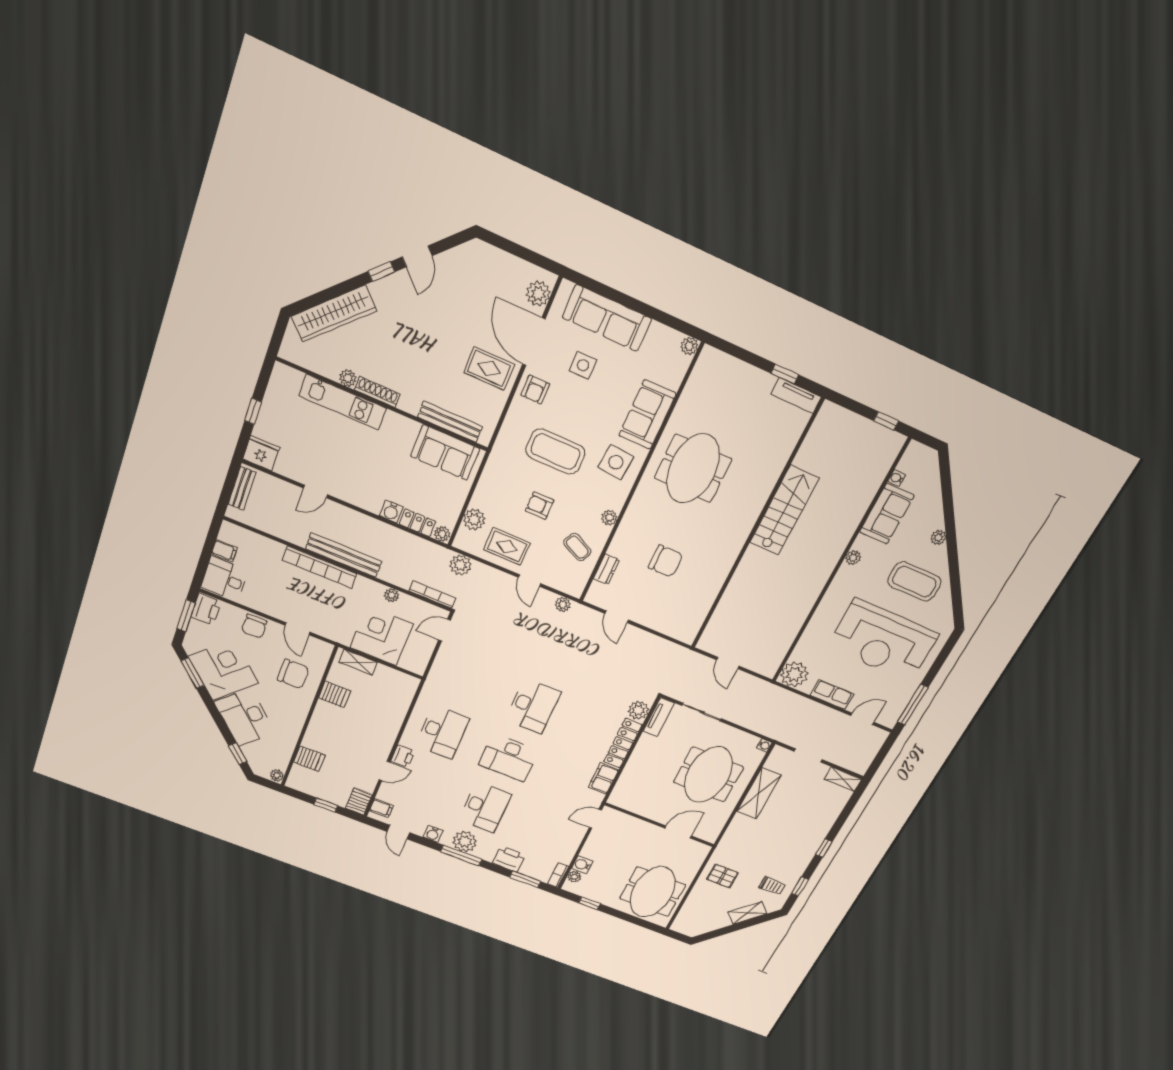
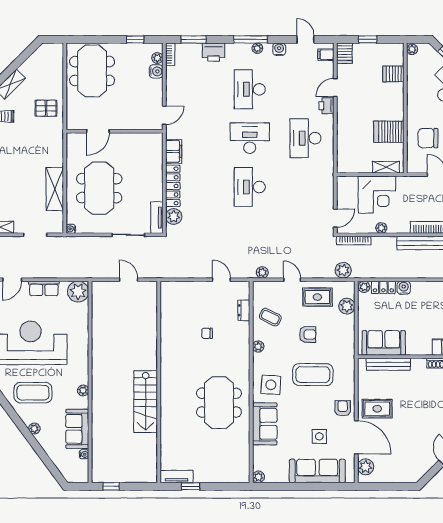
chair: (665, 561) -> (207, 333), width x0.54, depth x0.54
server rack: (335, 694) -> (389, 132), width x1.36, depth x1.44
plant: (465, 842) -> (257, 48), width x0.53, depth x0.53

